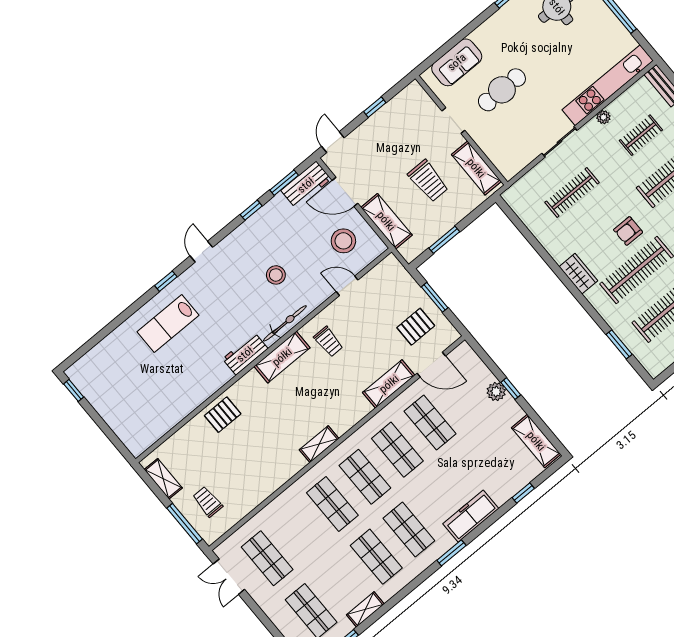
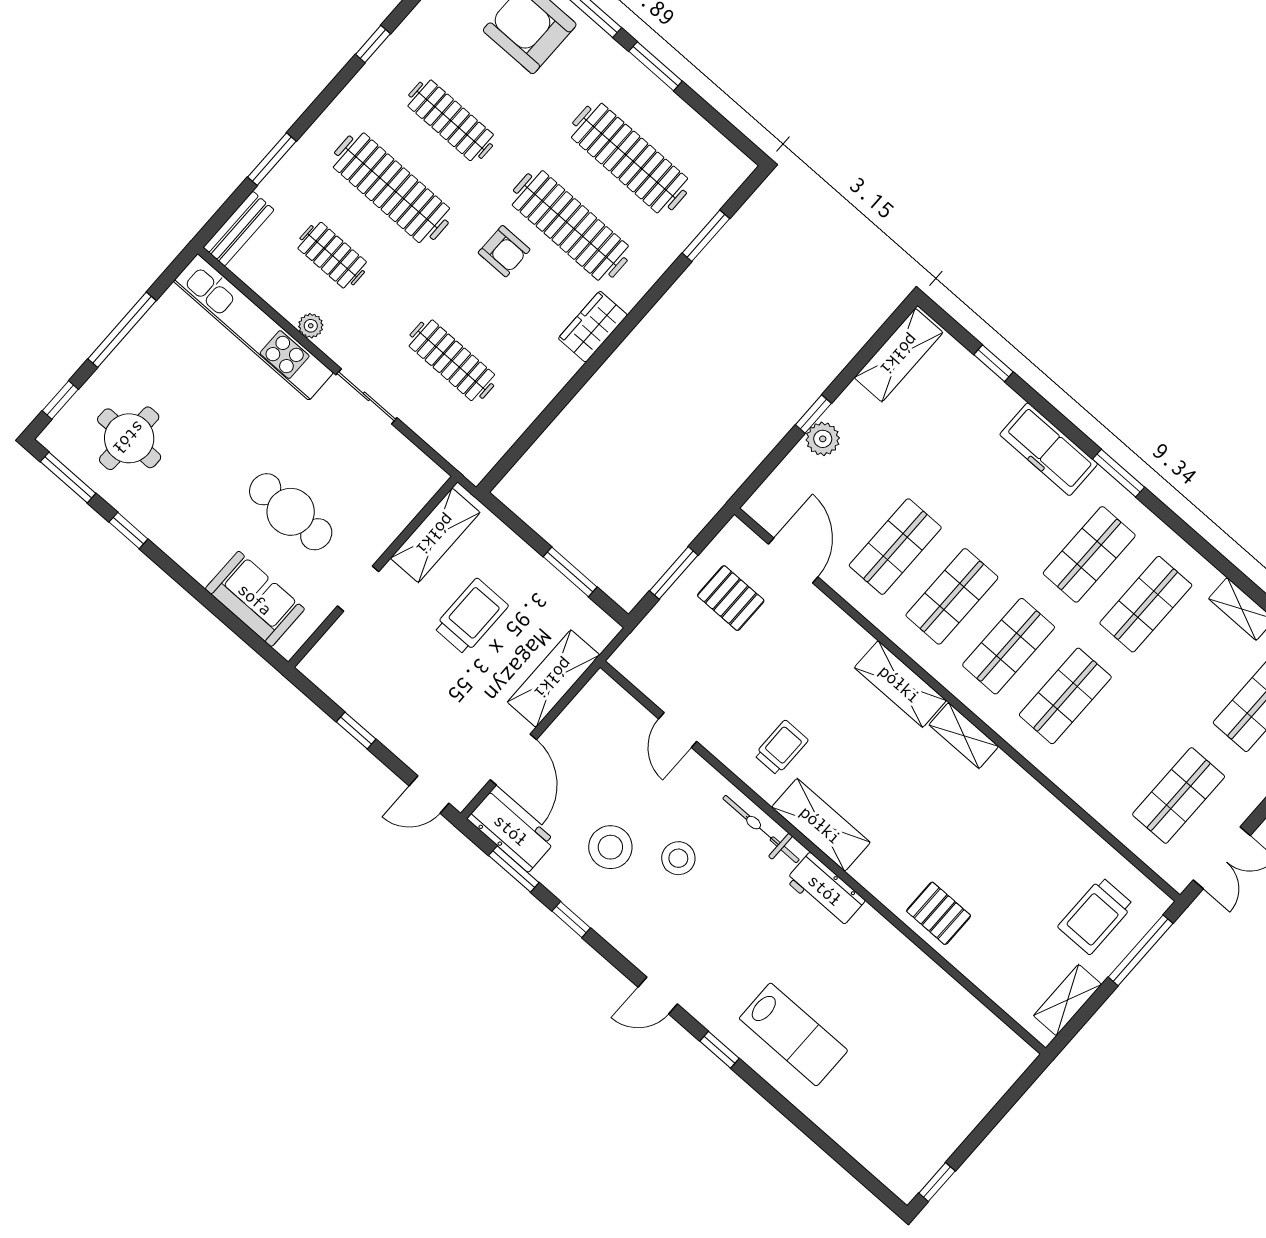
stool: (343, 241) -> (610, 847), moved
shelving: (389, 384) -> (900, 684), moved
trolley: (208, 502) -> (1096, 916), width x1.36, depth x1.39

